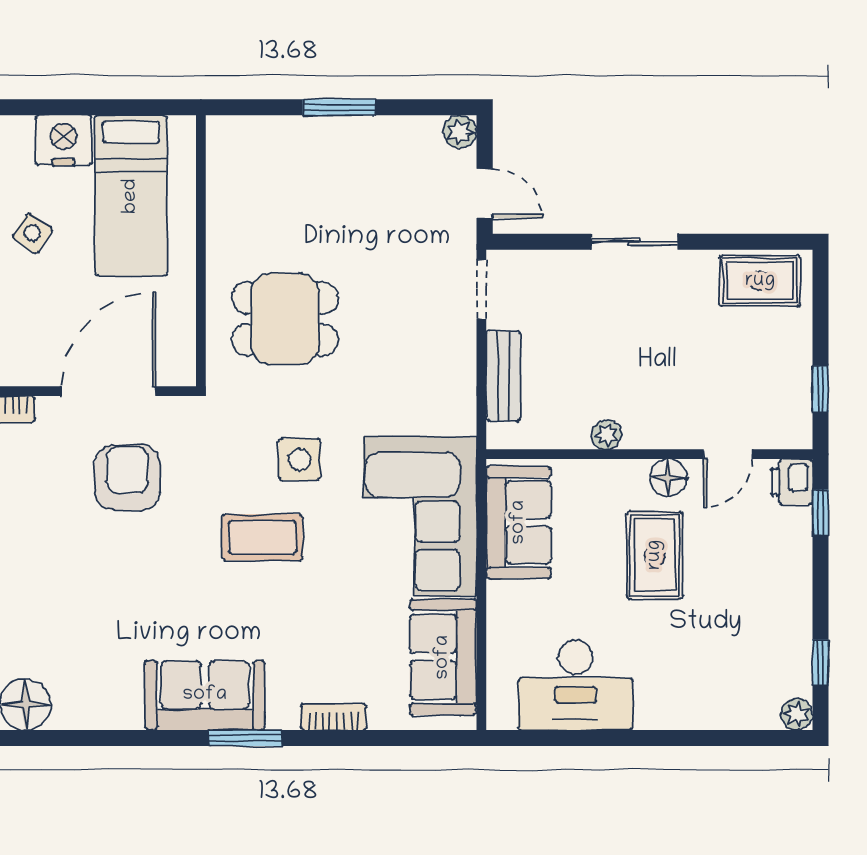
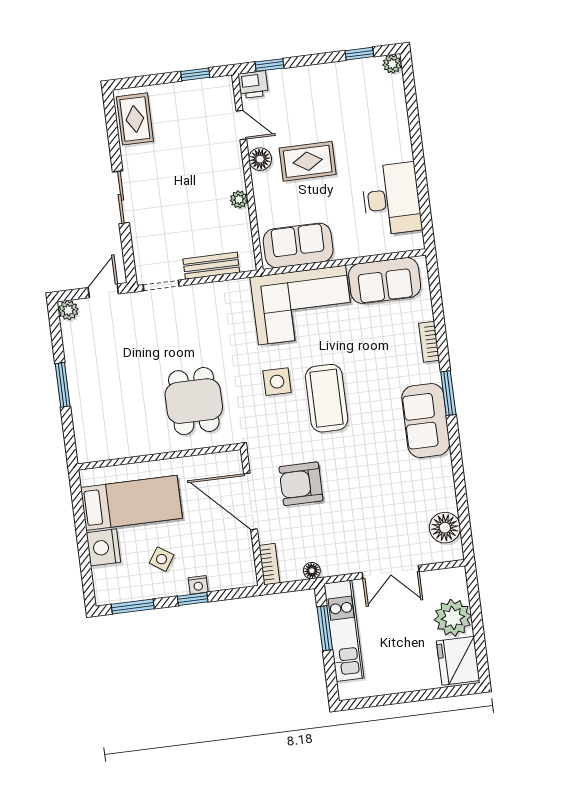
coffee table: (262, 537) -> (327, 398), width x1.36, depth x1.32

